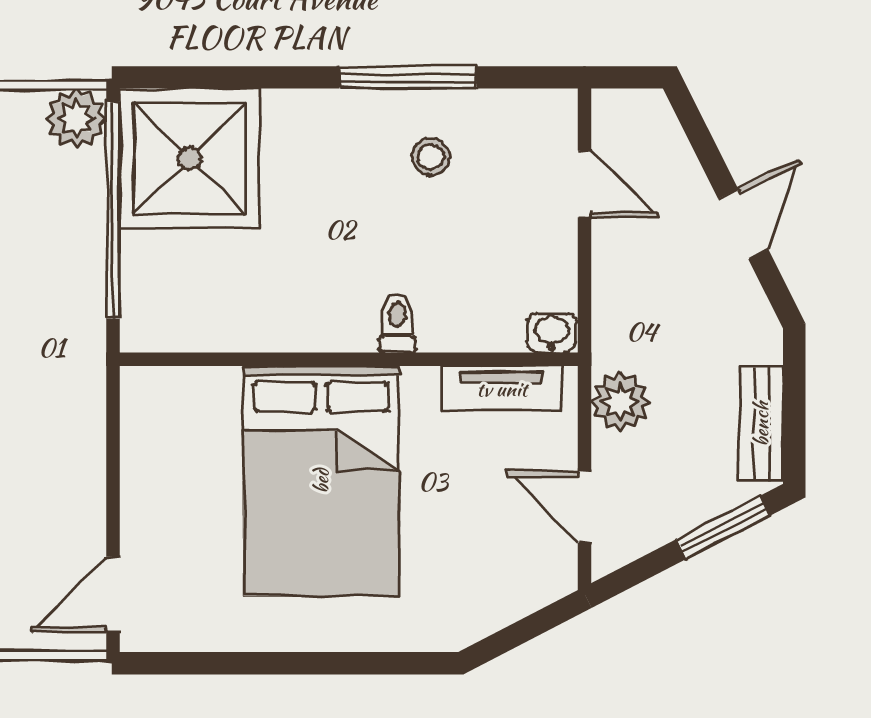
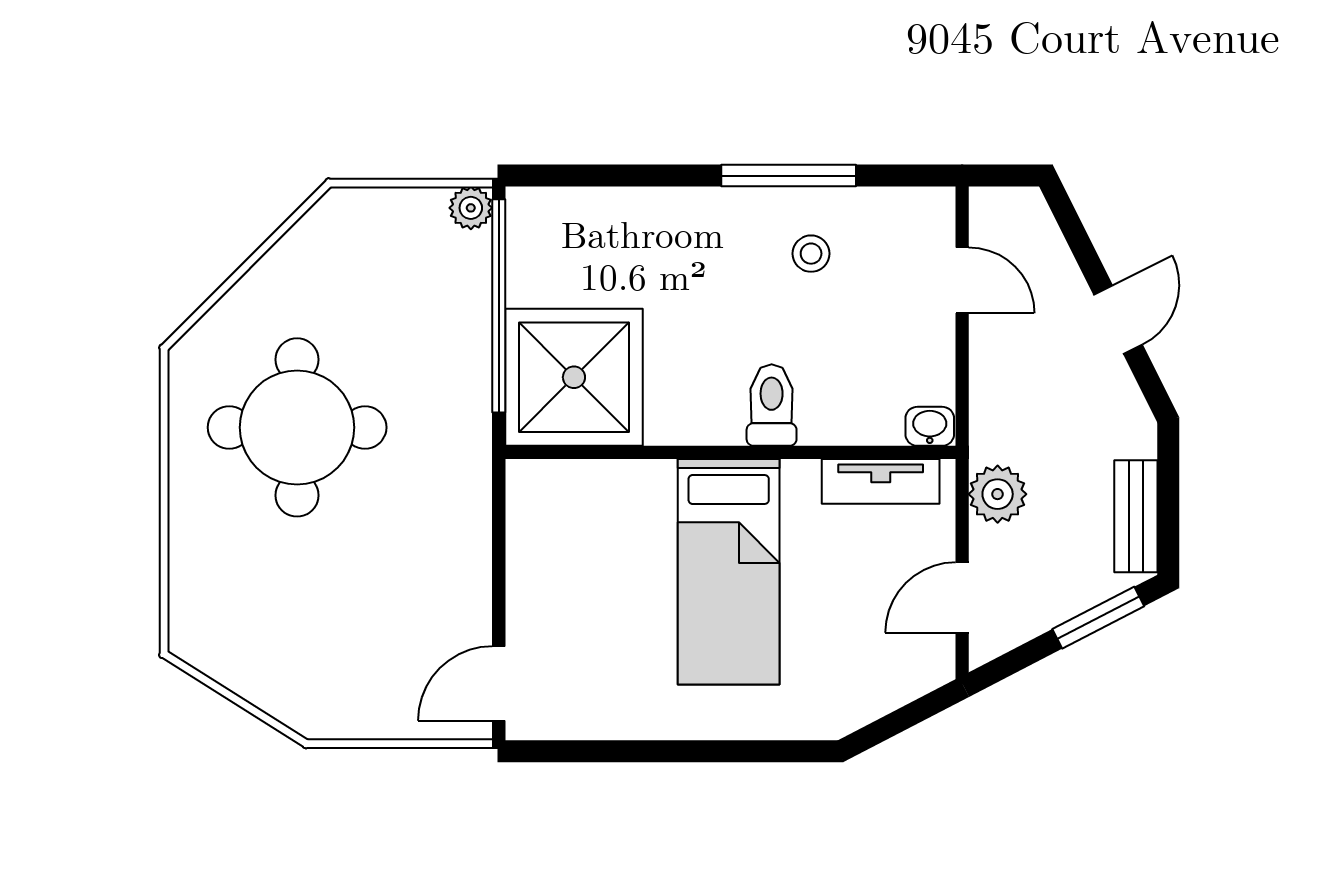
plant: (76, 119) -> (471, 208), width x0.73, depth x0.73
shower: (190, 158) -> (574, 377), moved
toilet: (397, 323) -> (772, 405), width x1.37, depth x1.39
bed: (321, 481) -> (729, 572), width x0.67
door: (585, 507) -> (962, 598), hinge flipped

